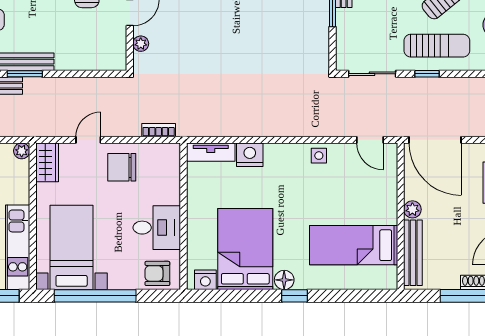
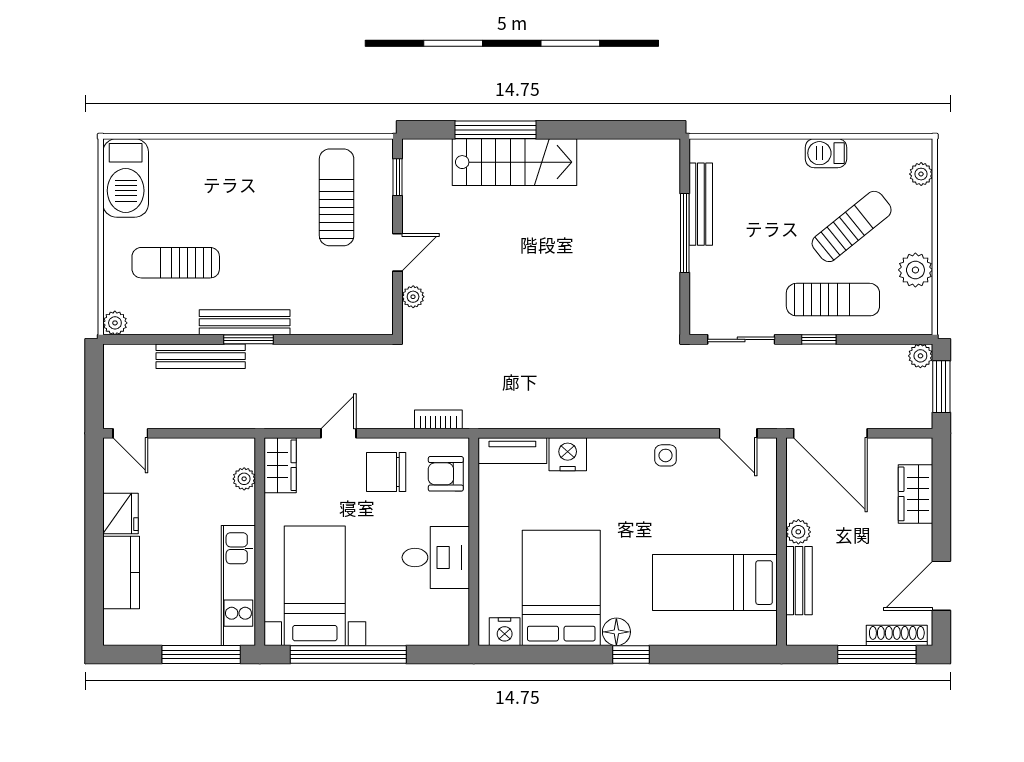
plant: (22, 151) -> (244, 479), moved
bench: (413, 253) -> (799, 581), width x0.73
armchair: (157, 273) -> (446, 474), moved

